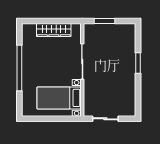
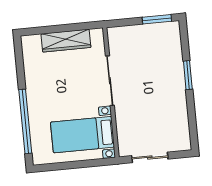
window: (105, 21) -> (157, 19), moved
window: (19, 68) -> (25, 121), moved

